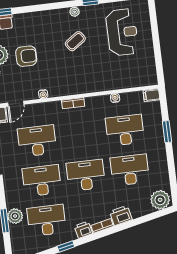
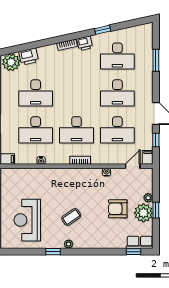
desk: (86, 175) -> (76, 130), moved
plant: (15, 216) -> (146, 63), removed
printer: (121, 216) -> (29, 57), moved

